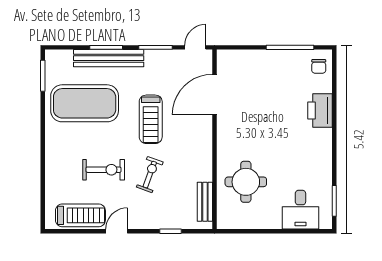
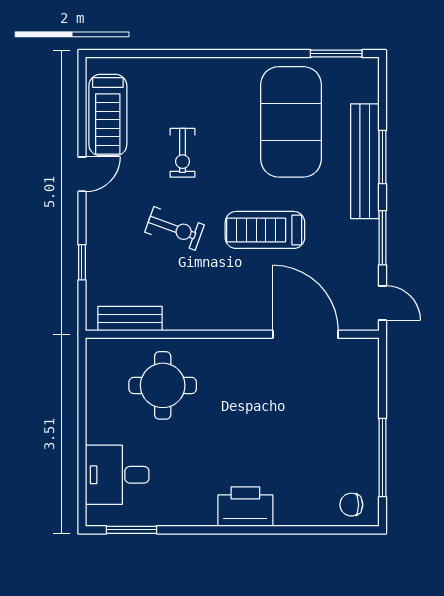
printer: (320, 111) -> (245, 507), moved
exercise bike: (104, 170) -> (182, 153), width x0.73, depth x0.72
door: (117, 231) -> (82, 174), hinge flipped

